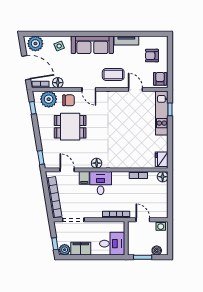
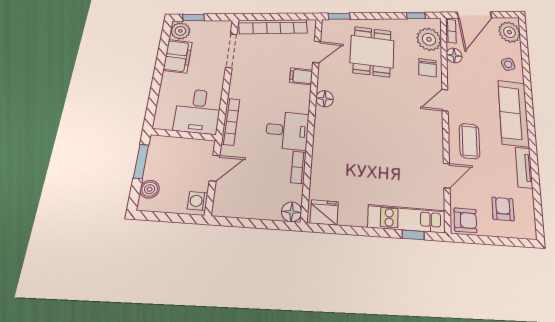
dining table: (70, 127) -> (372, 52), moved
desk: (101, 183) -> (287, 130), moved
desk: (112, 244) -> (198, 111), moved

